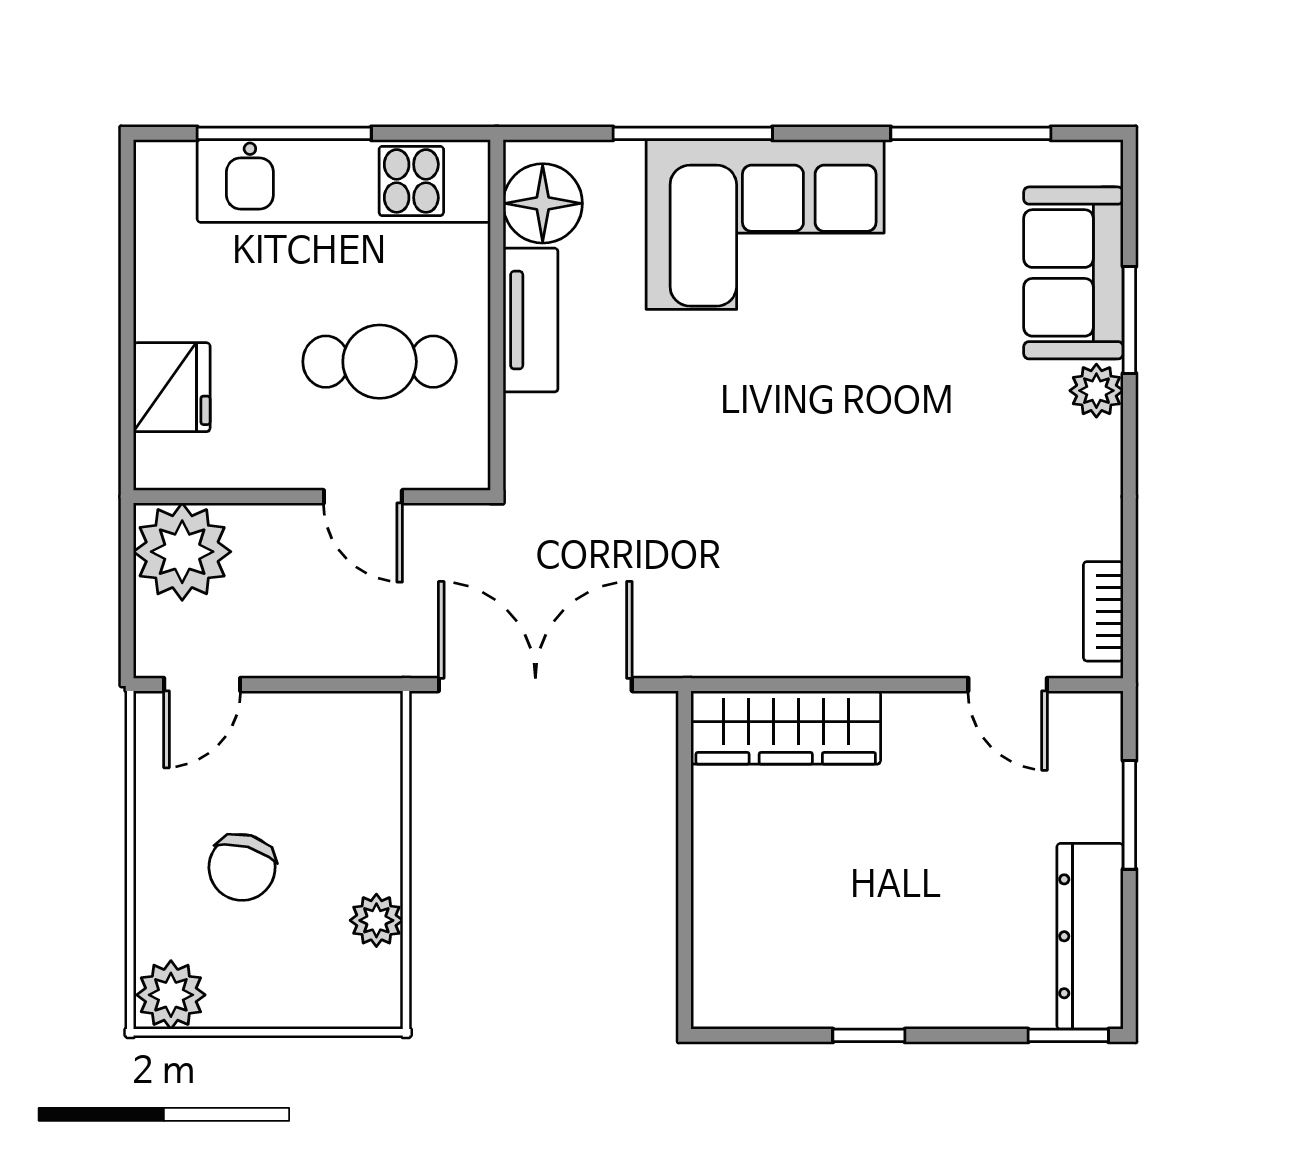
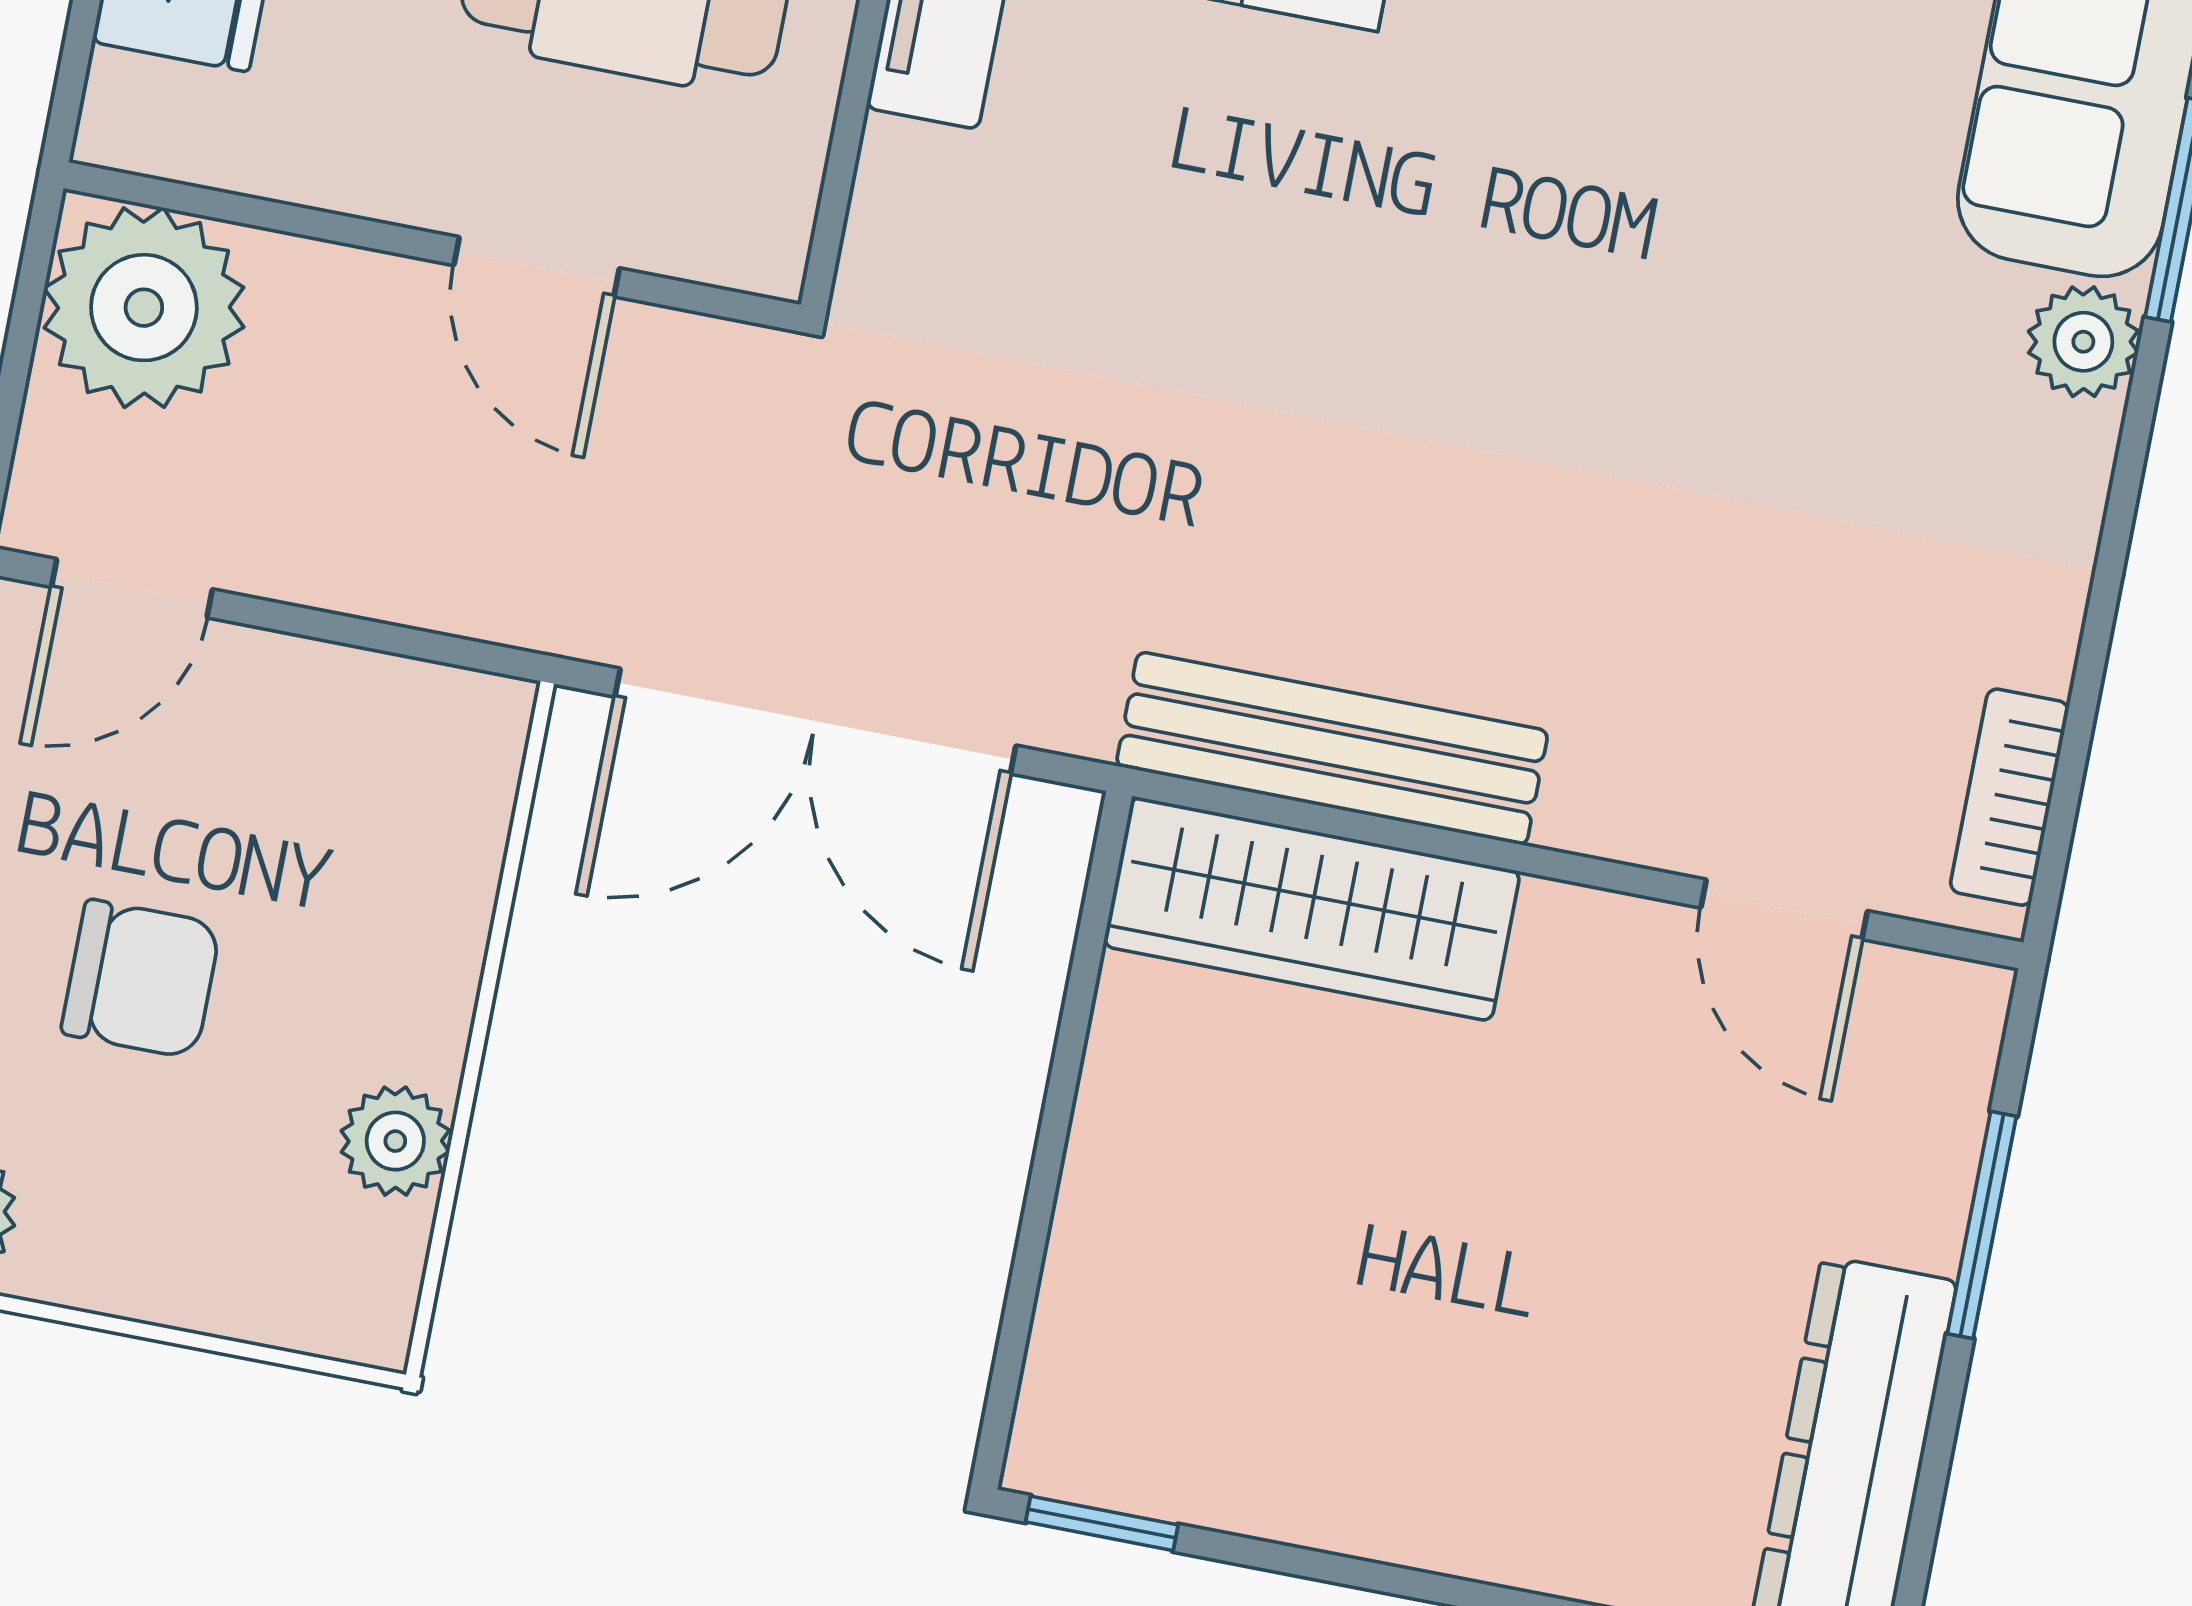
bench: (781, 650) -> (1332, 748), added
double door: (535, 685) -> (815, 721), swing flipped
chair: (242, 867) -> (141, 979), turned -106
window: (869, 1035) -> (1102, 1523), moved

